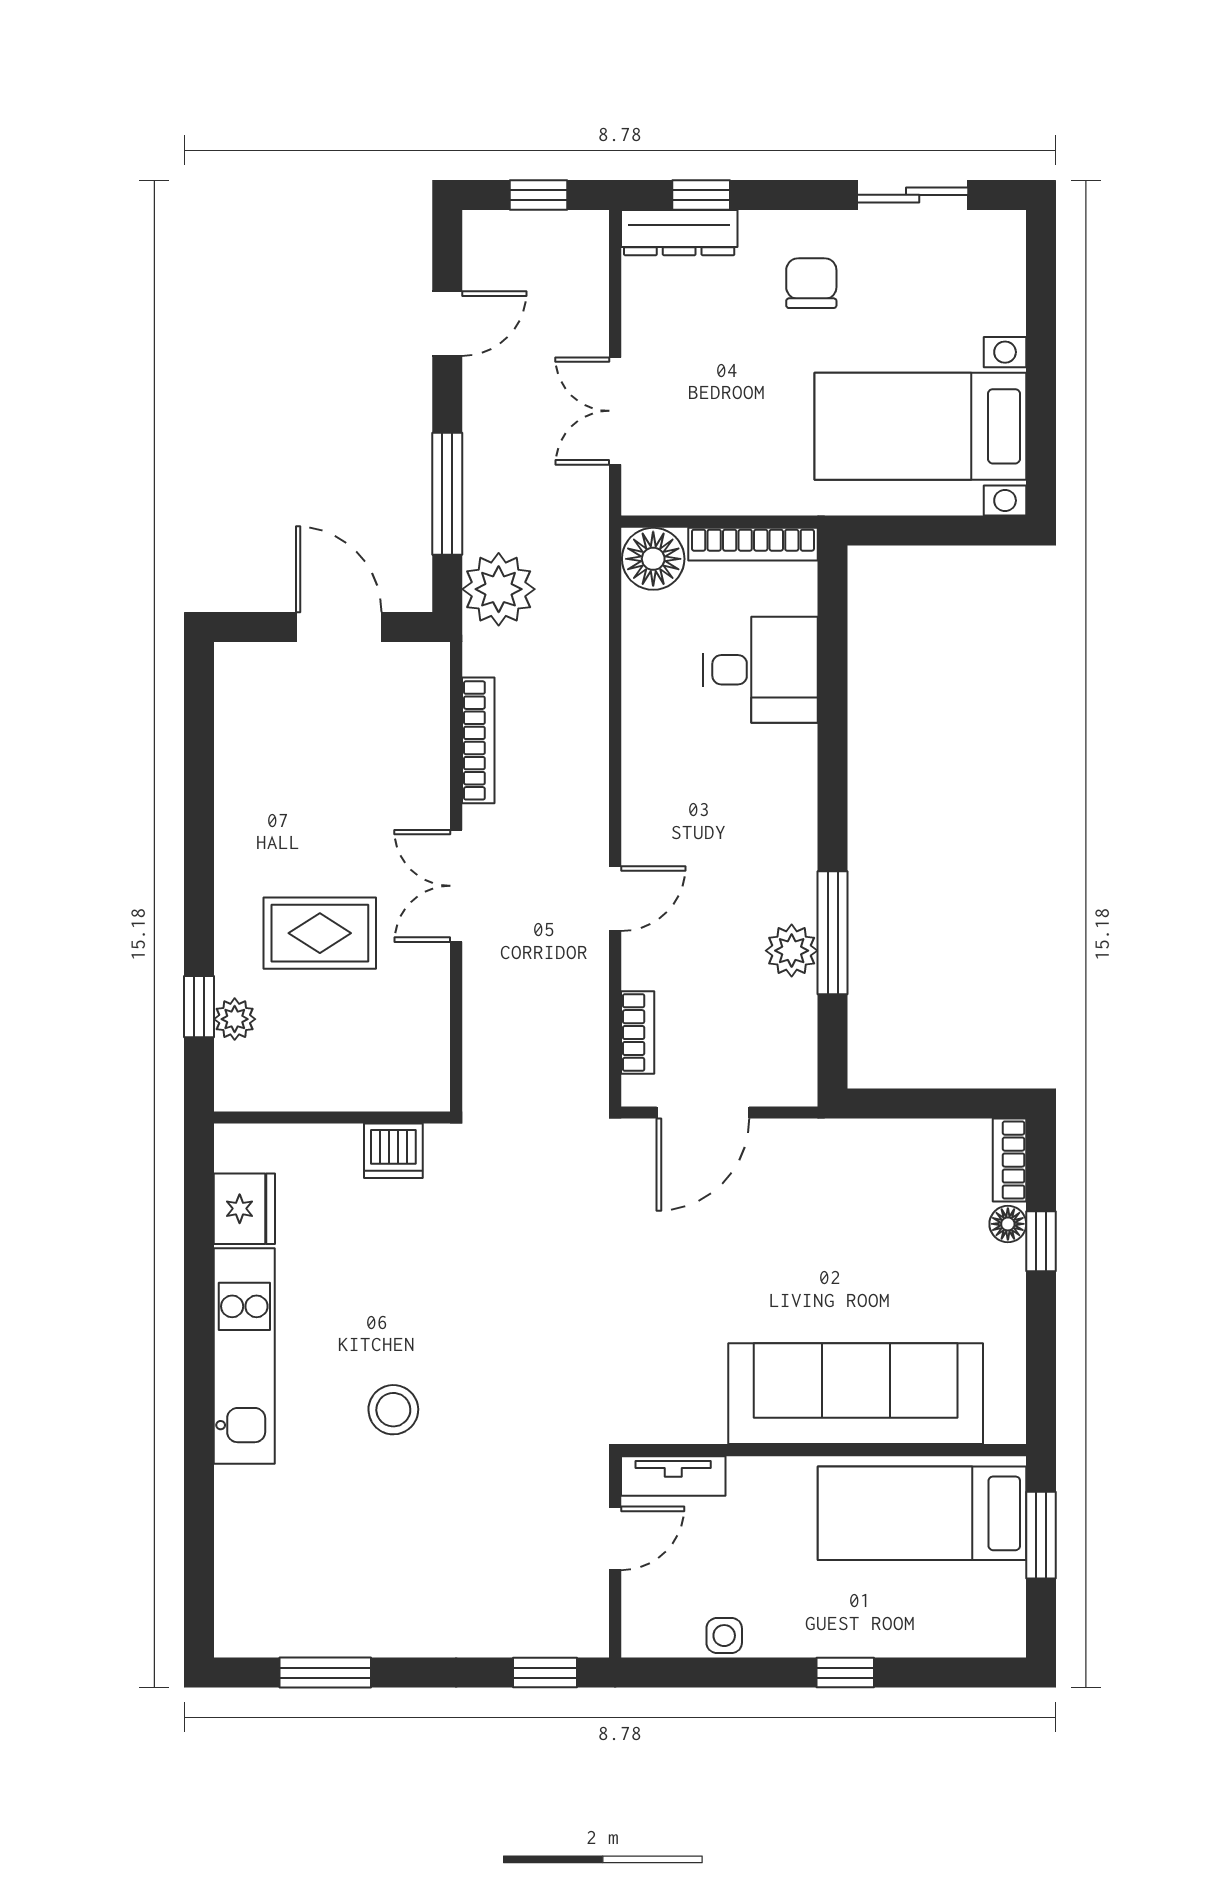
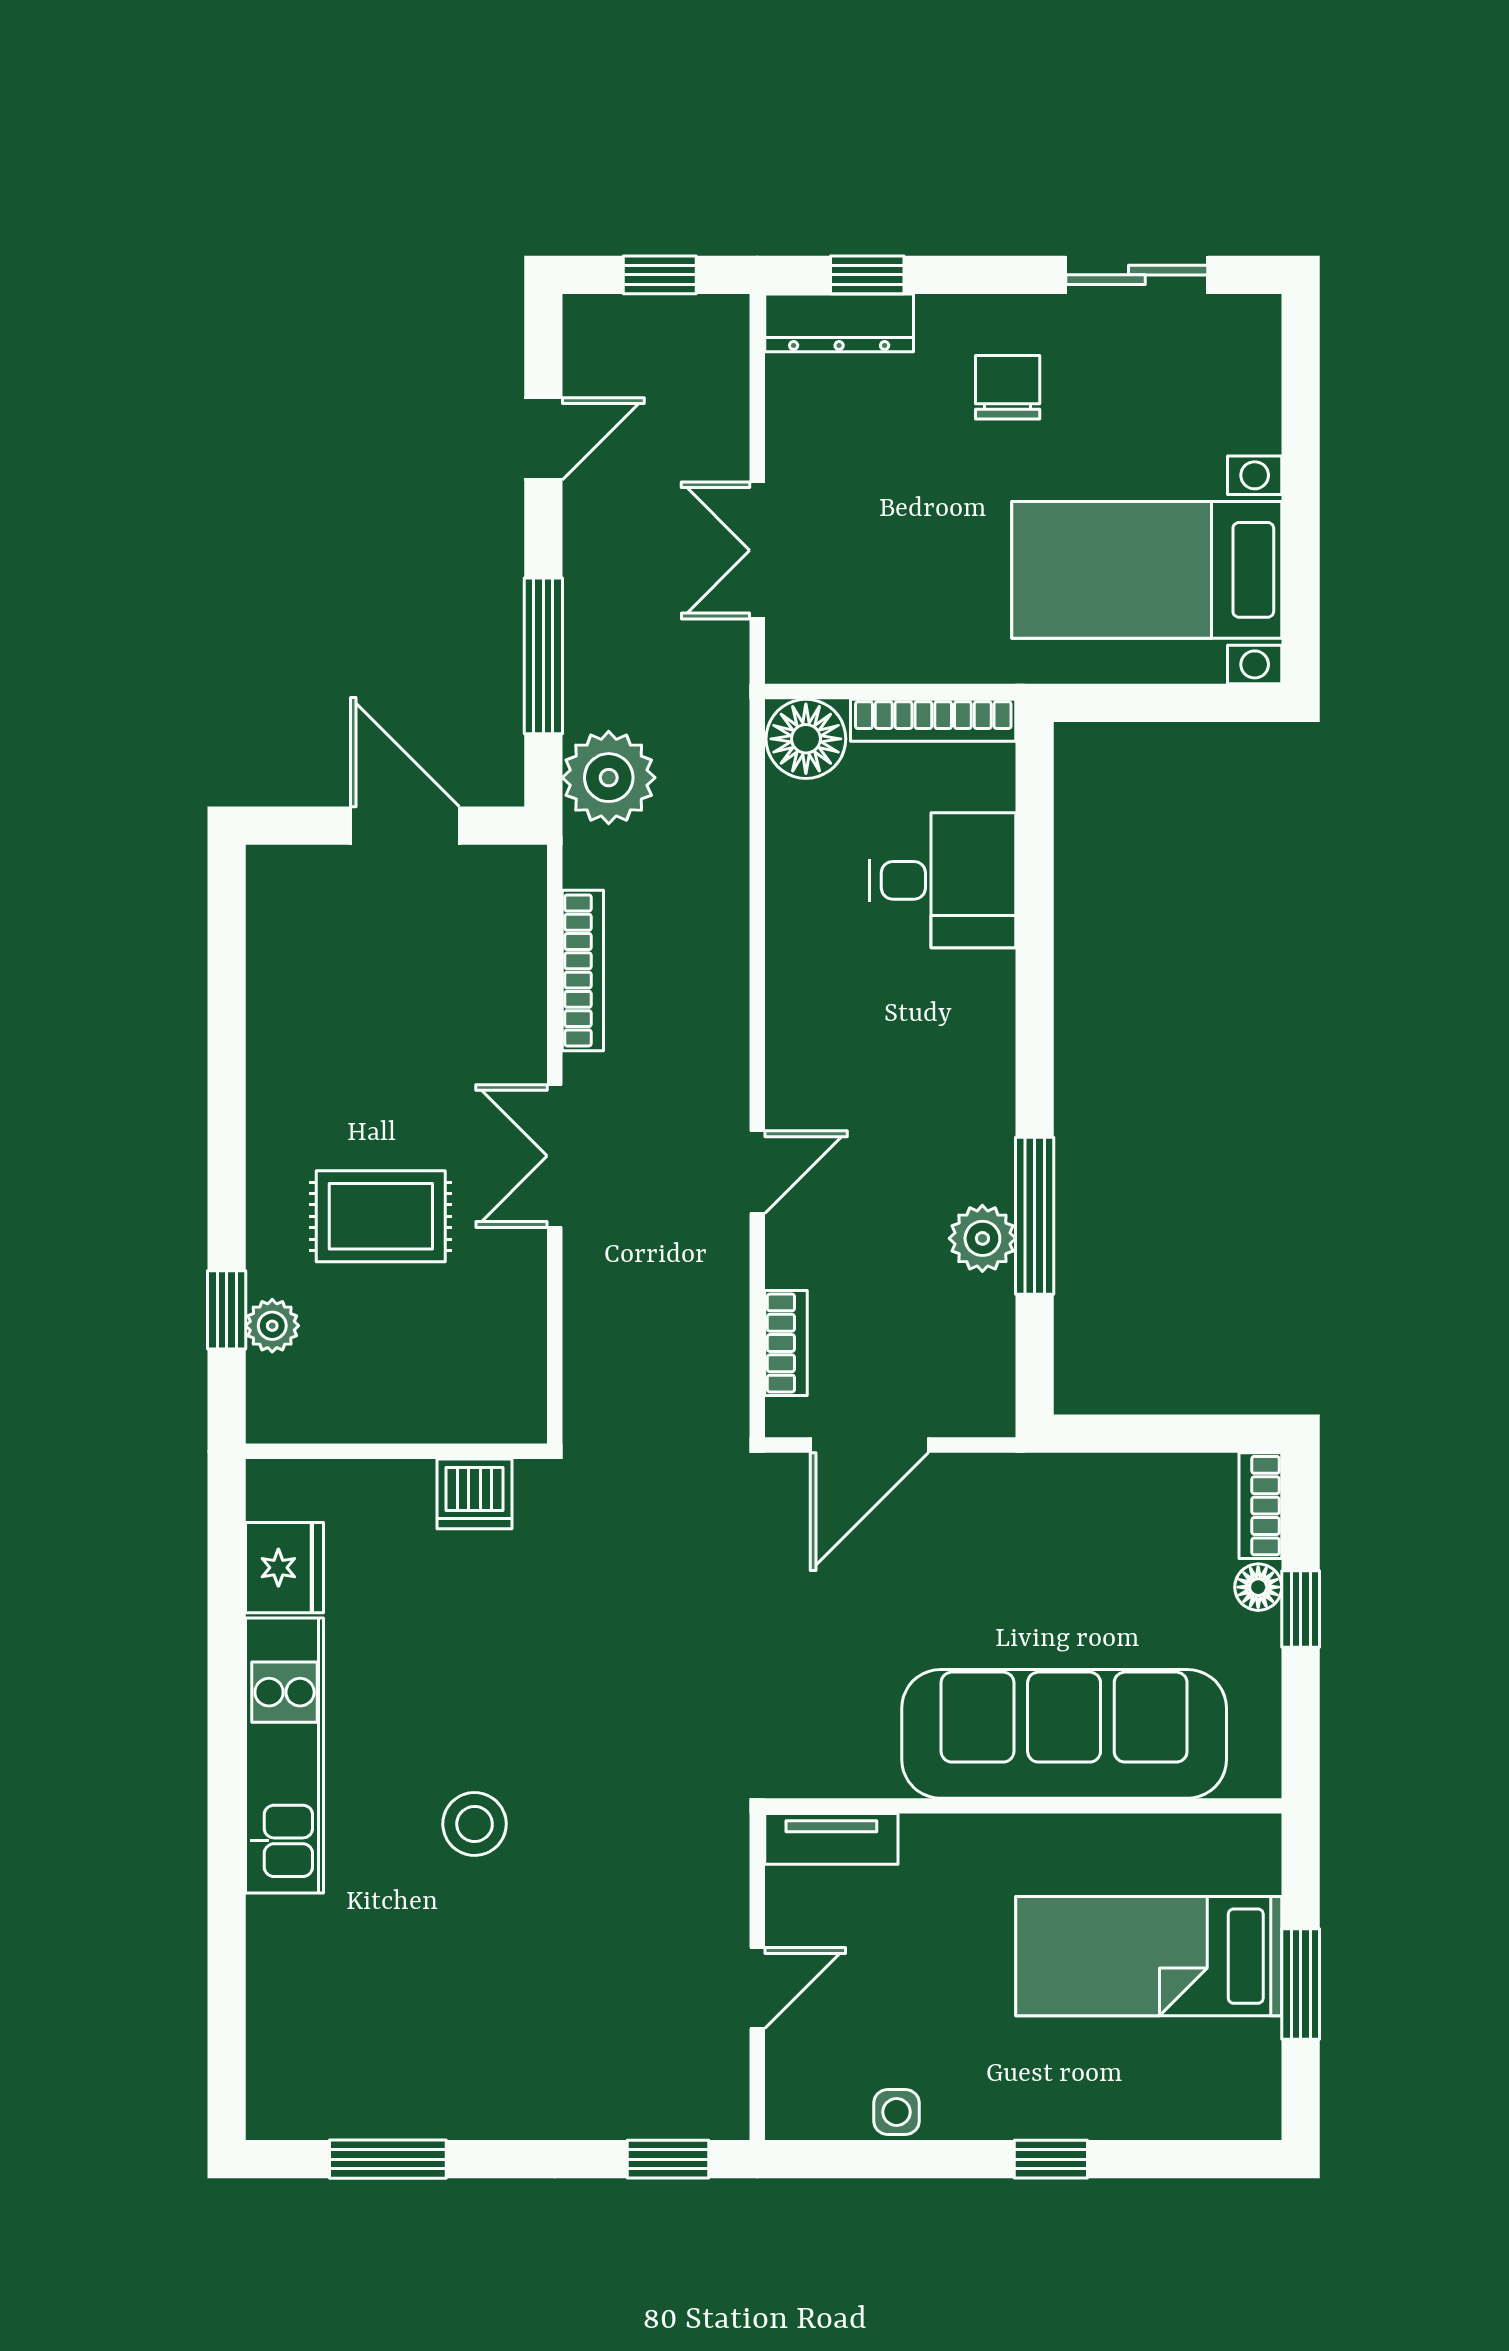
sofa: (856, 1394) -> (1064, 1734), moved
wall: (824, 1450) -> (1023, 1806), moved
tv unit: (673, 1476) -> (831, 1839), moved

